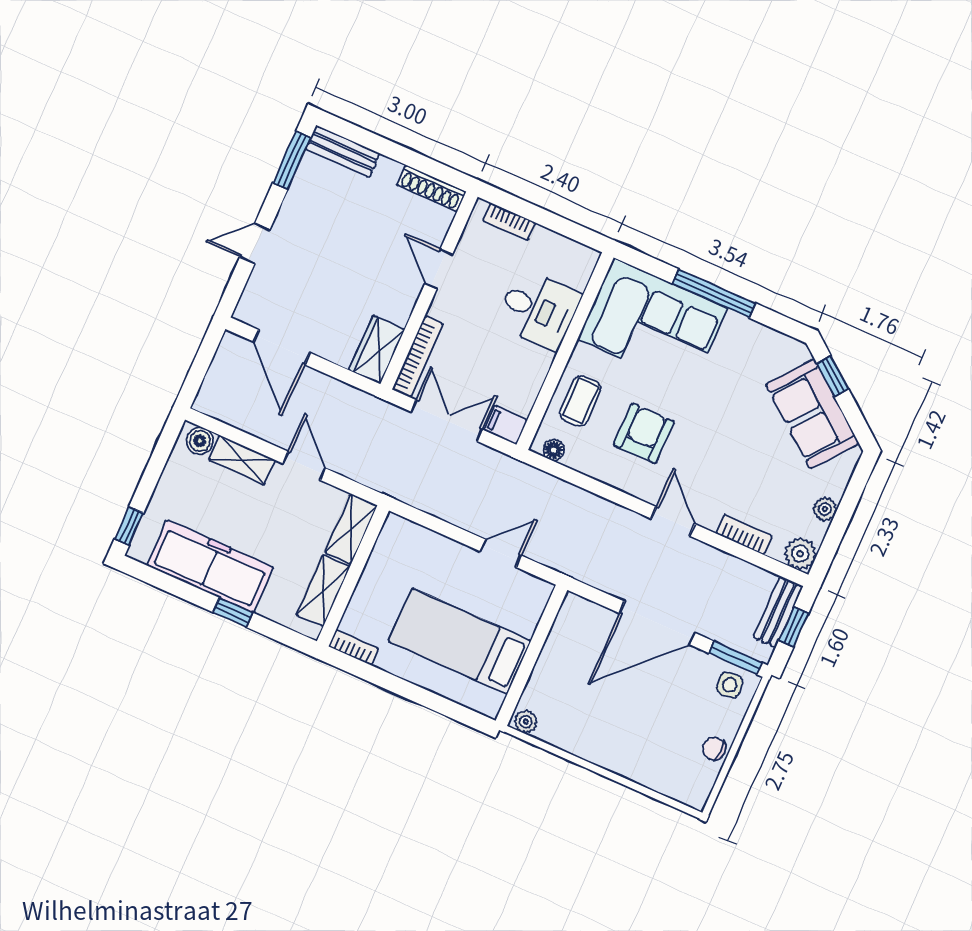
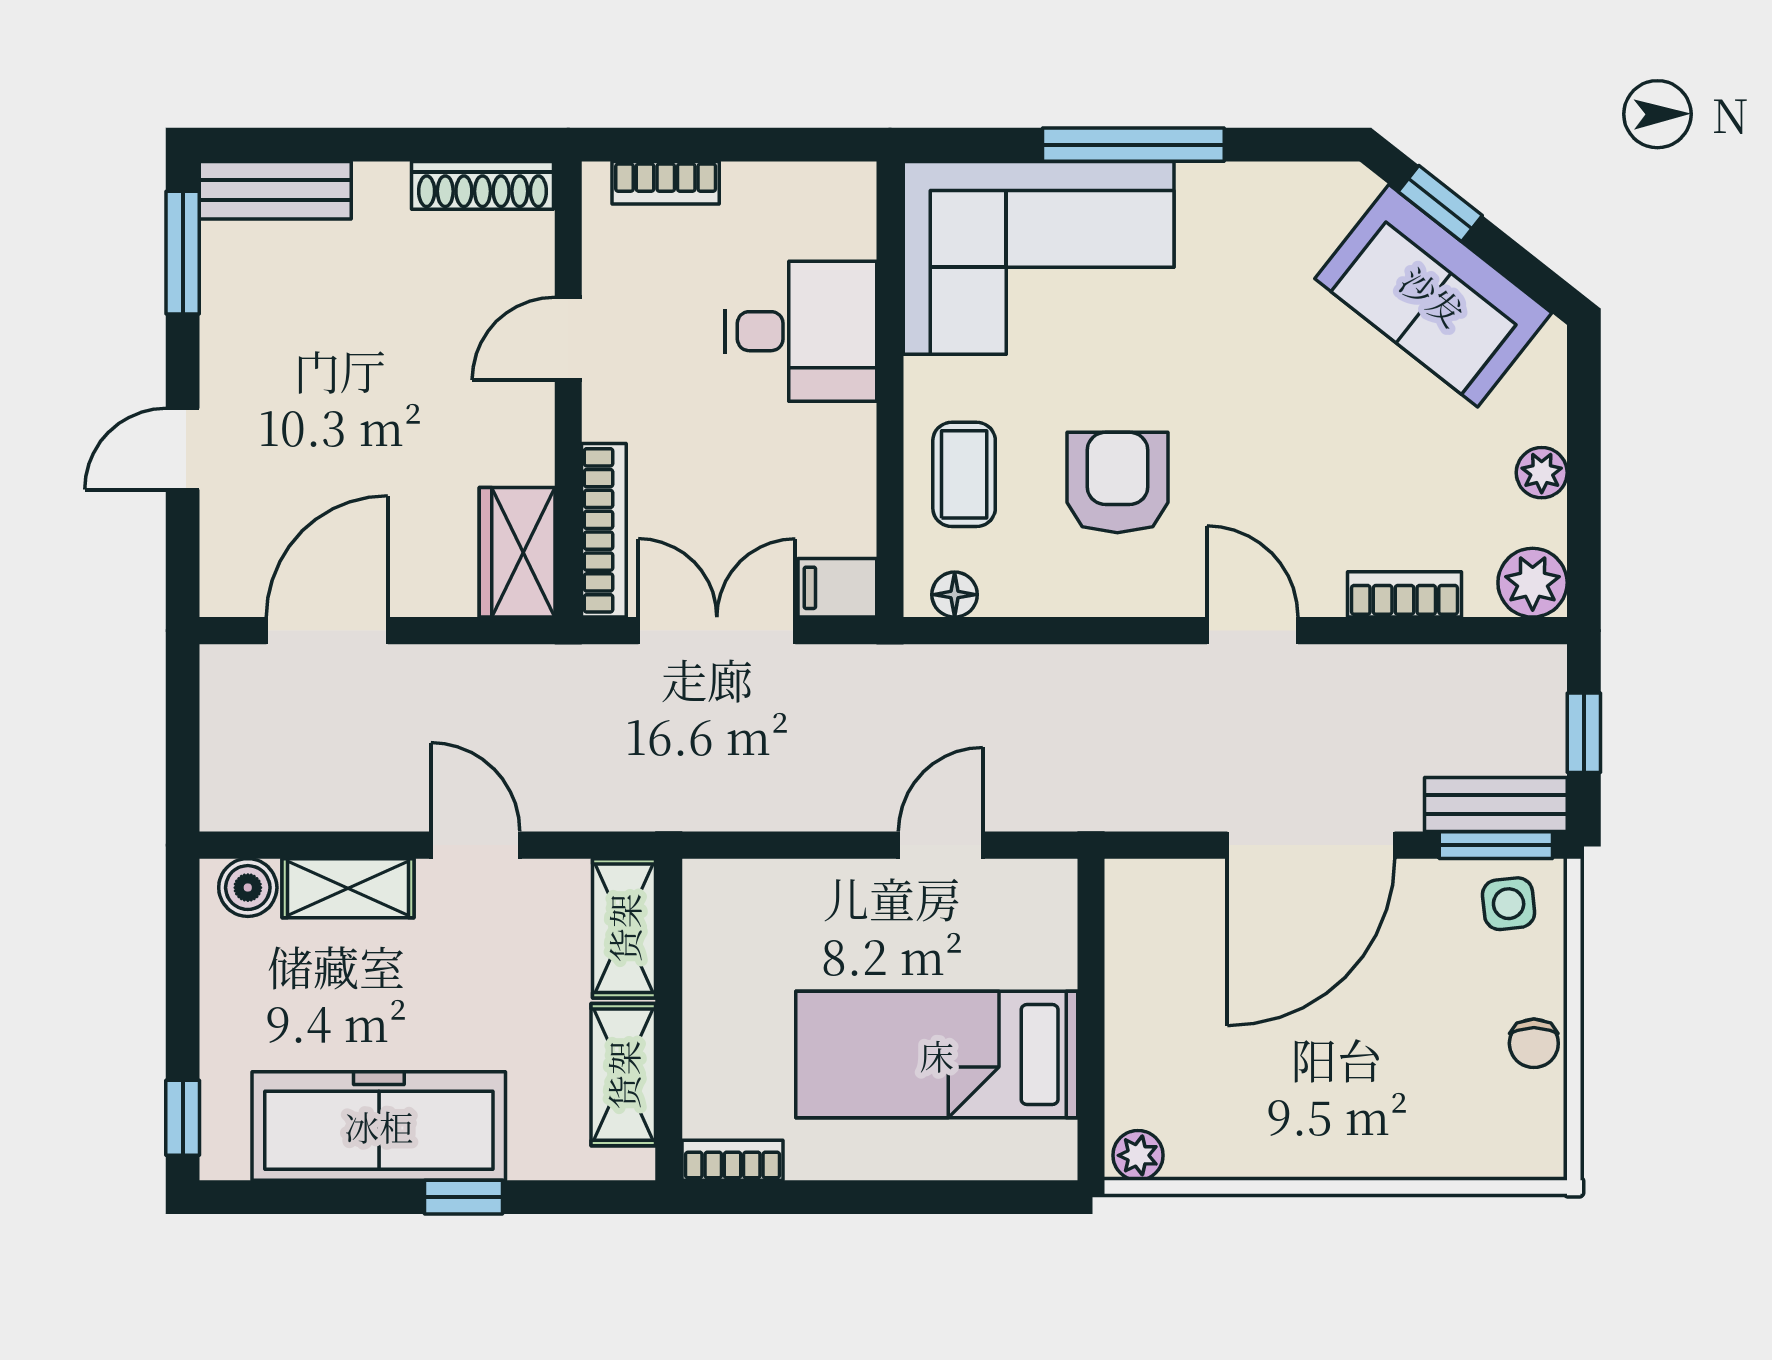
door: (439, 269) -> (568, 339), hinge flipped
door: (282, 347) -> (327, 631), swing flipped
bench: (778, 612) -> (1496, 805), moved, turned 90
chair: (714, 749) -> (1534, 1043), turned -90

